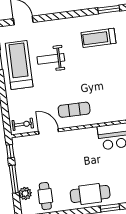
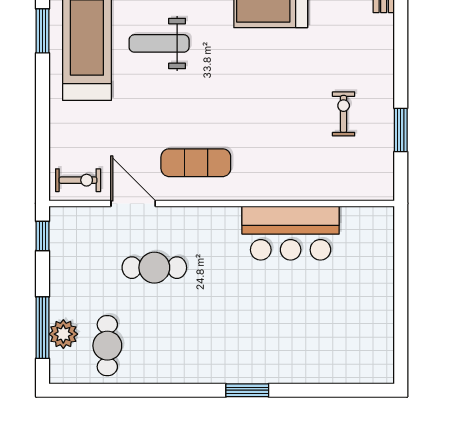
window: (14, 179) -> (42, 328), moved
cafe table: (90, 194) -> (154, 268), moved, width x0.73, depth x0.74

